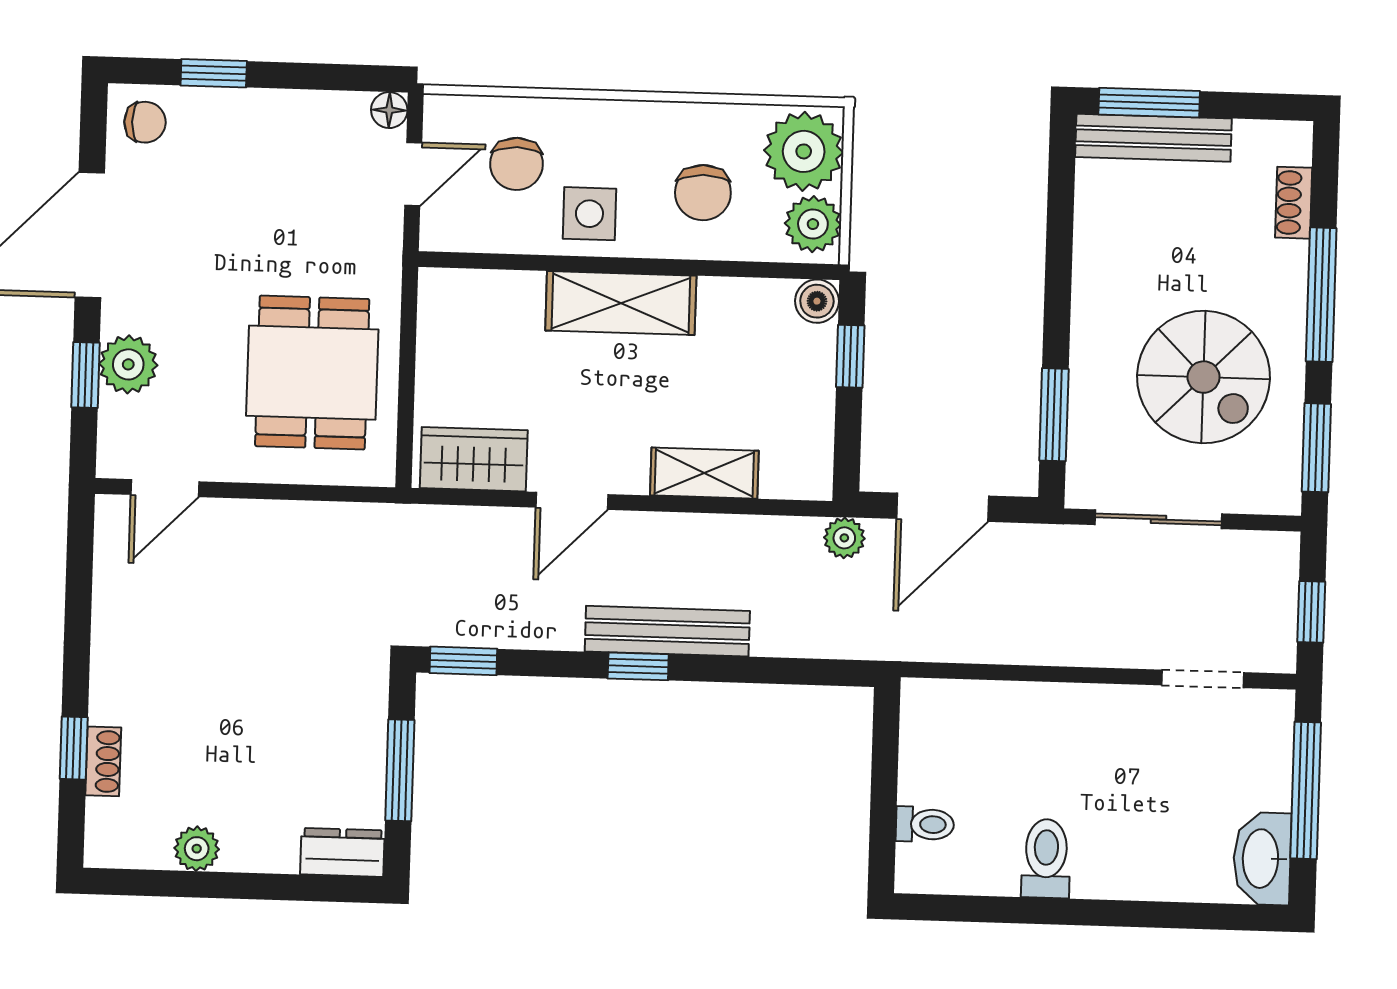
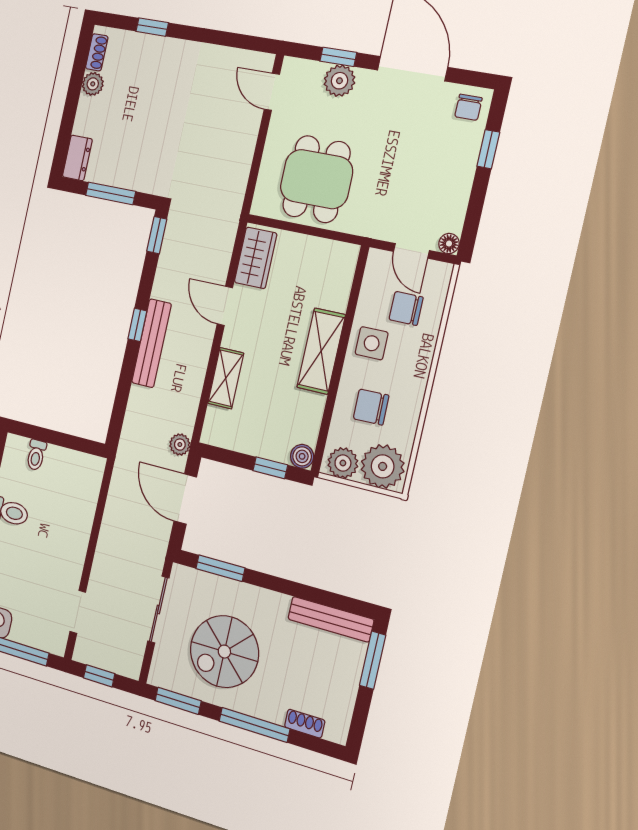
bench: (1153, 138) -> (331, 619), moved, turned 90
dining table: (312, 373) -> (316, 179), turned 90
shoe rack: (103, 761) -> (97, 52), moved, turned -90

